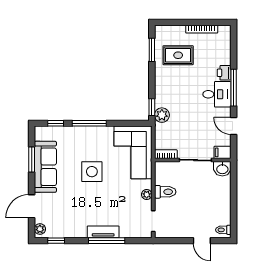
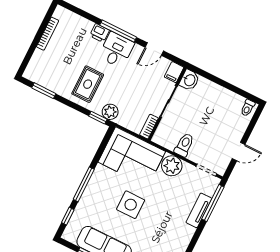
rug: (178, 55) -> (88, 84), moved
plant: (147, 195) -> (172, 166), width x1.88, depth x1.88
tv unit: (103, 232) -> (199, 210), moved
window: (107, 241) -> (213, 203), moved
door: (202, 241) -> (239, 151), moved

